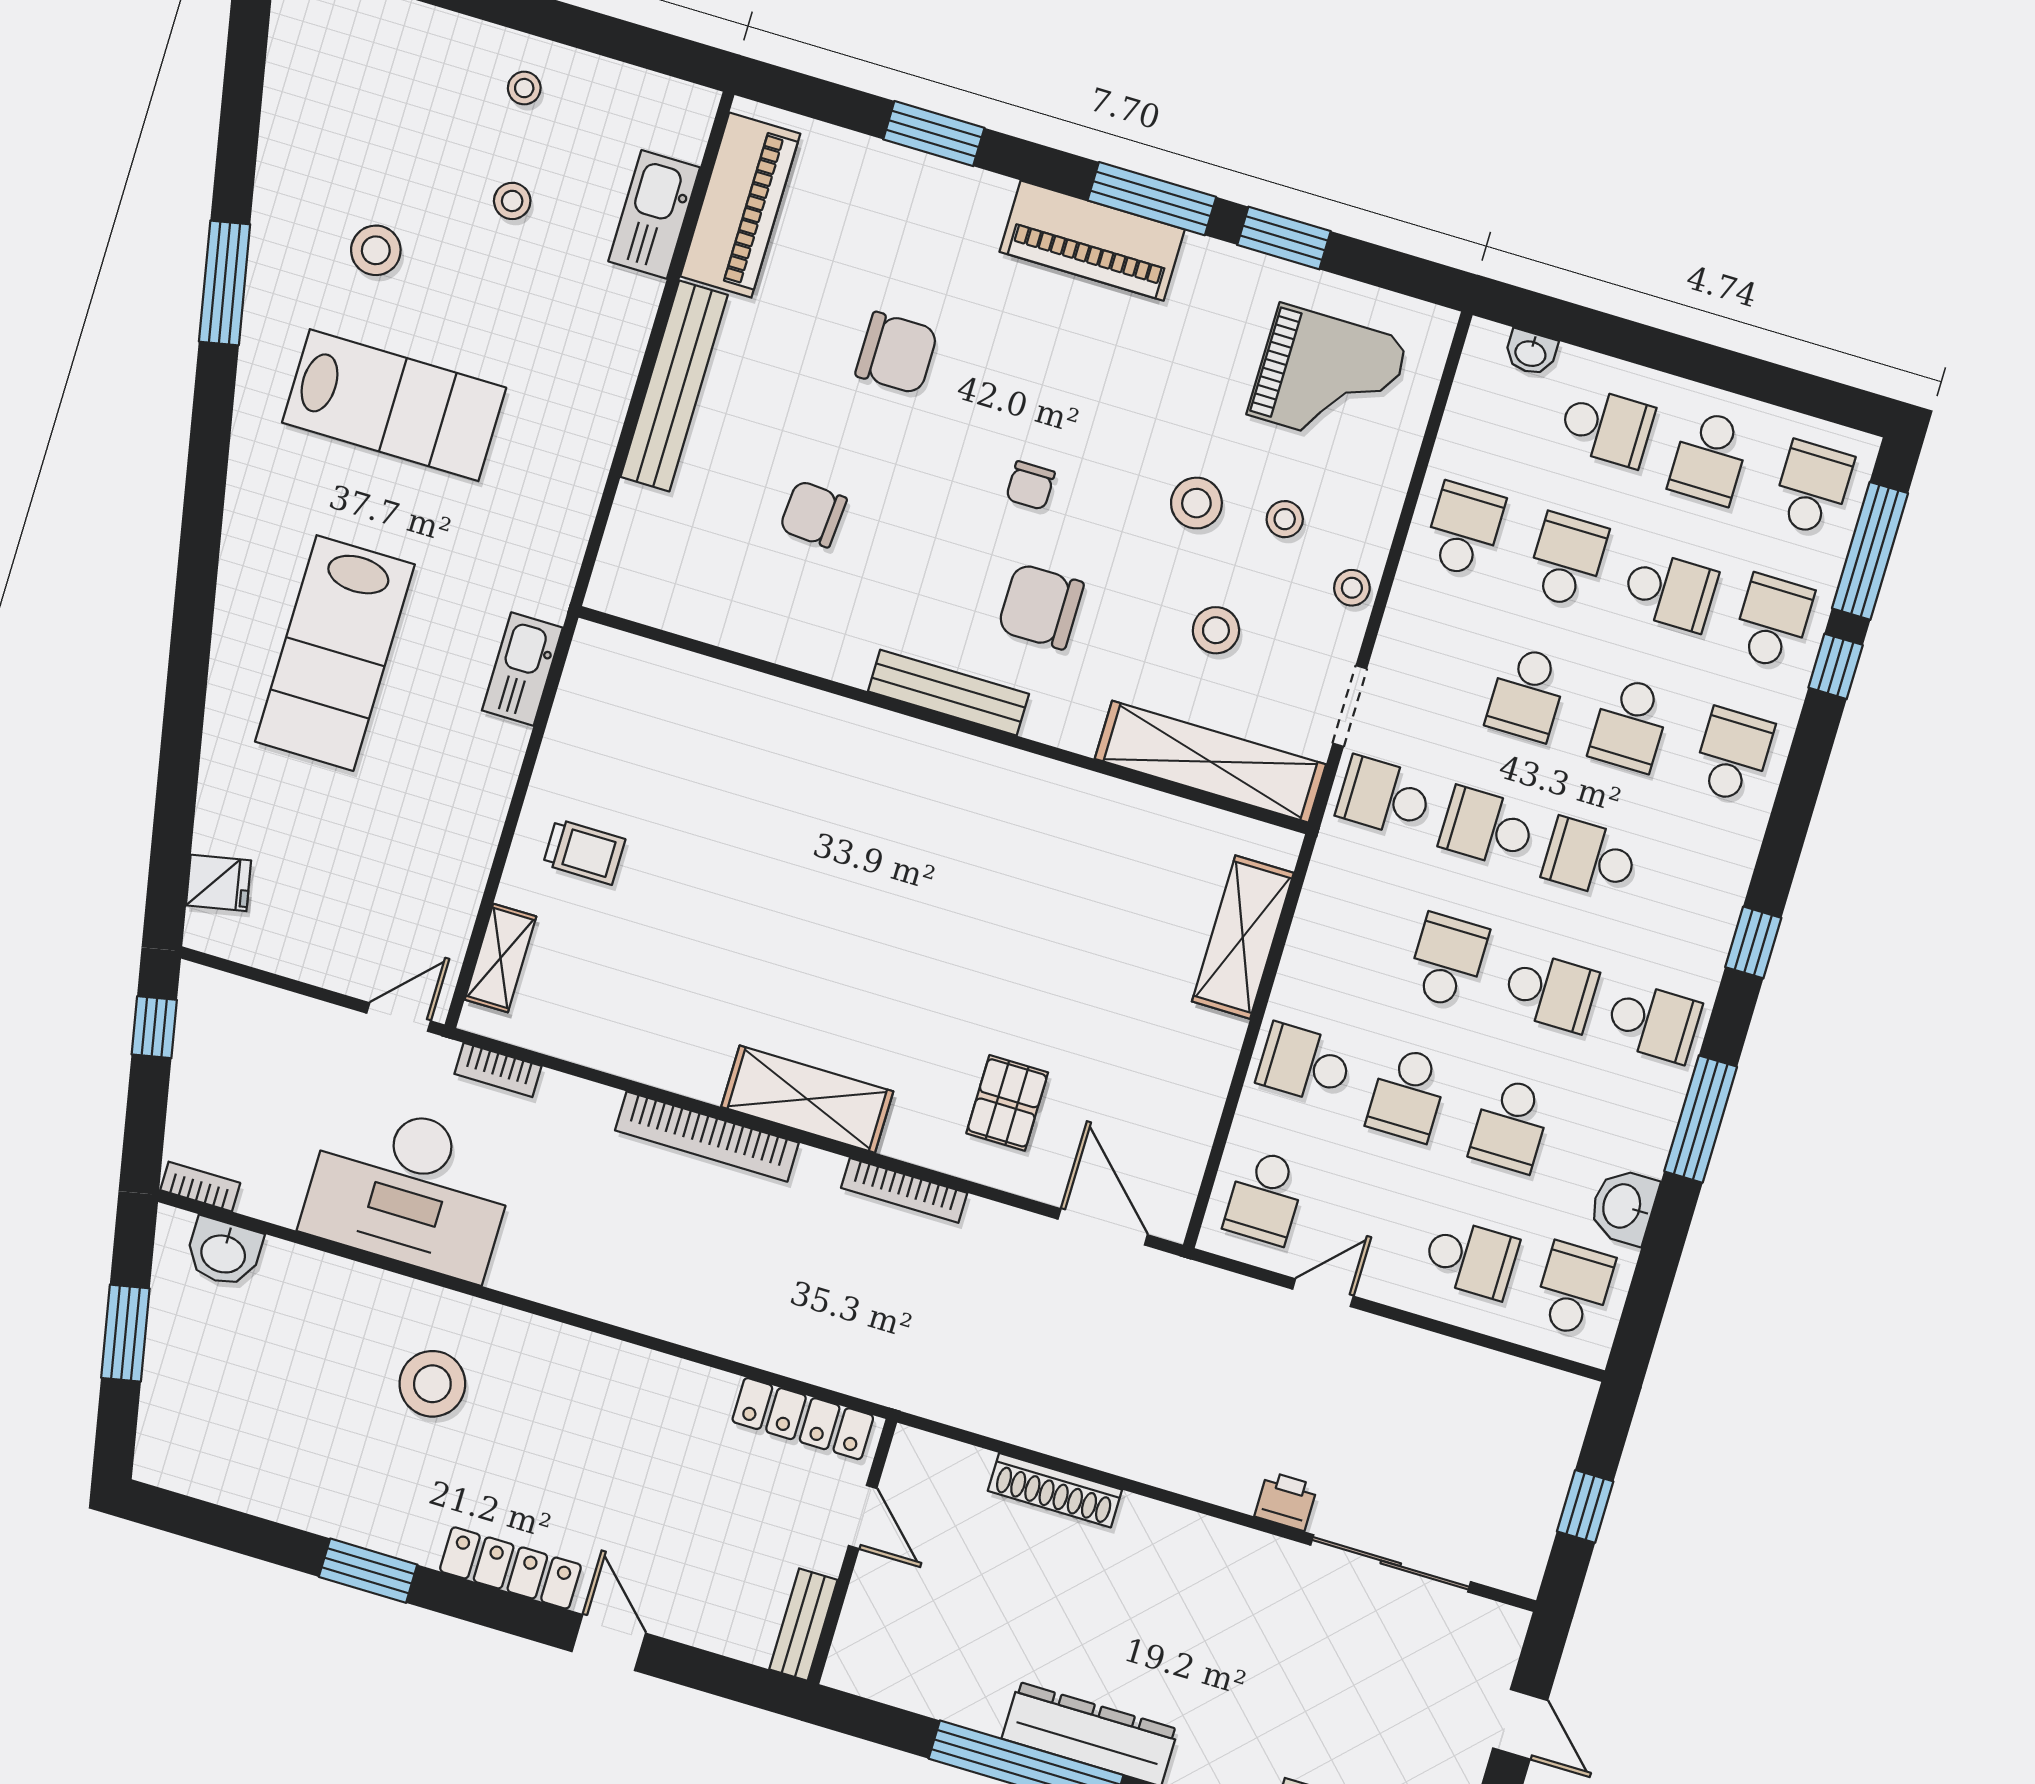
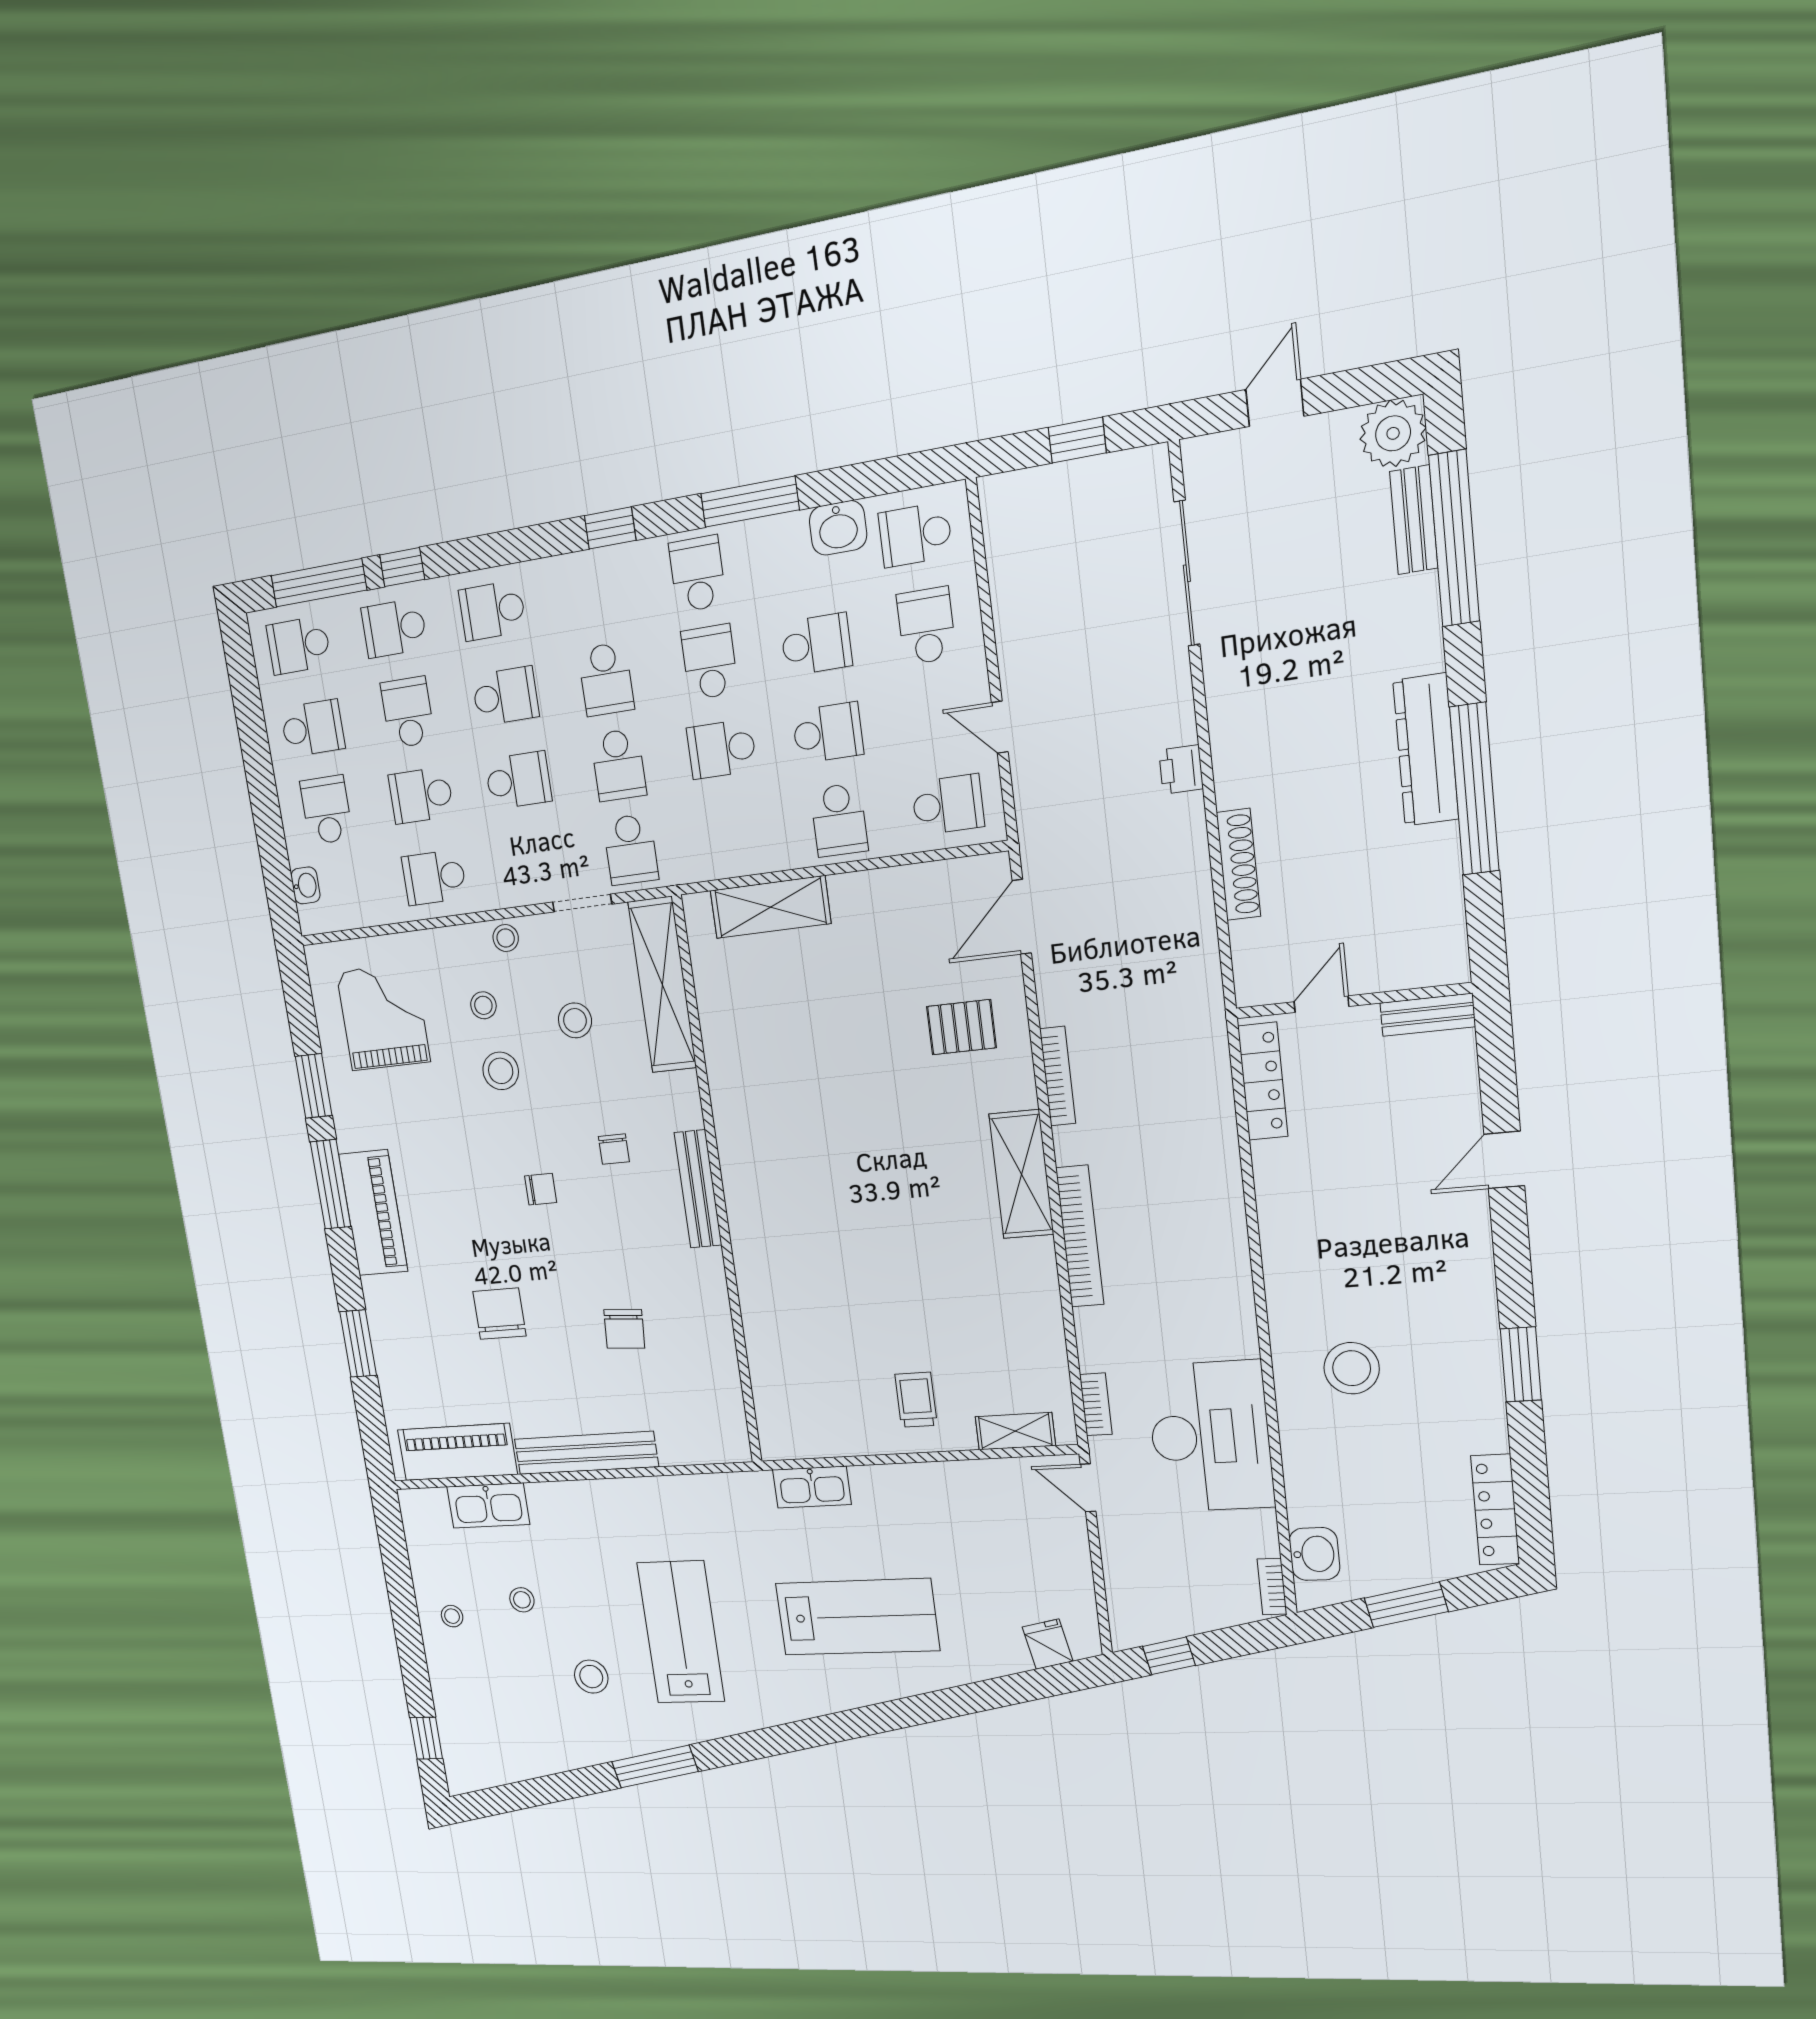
chair: (1041, 606) -> (614, 1149), width x0.54, depth x0.54
printer: (1286, 1501) -> (1181, 769), moved
locker: (510, 1568) -> (1495, 1510), moved

